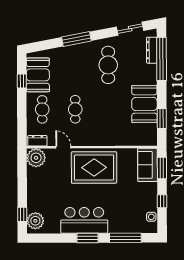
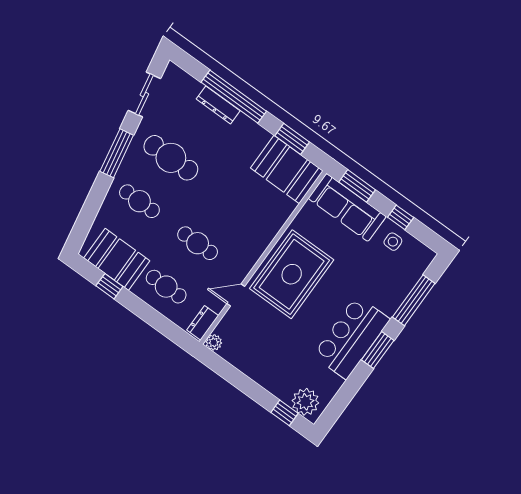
window: (76, 39) -> (117, 153), moved
dresser: (152, 50) -> (218, 105), moved
window: (162, 59) -> (234, 97), moved
cafe table: (75, 65) -> (139, 201), added
booth: (144, 104) -> (287, 169), moved
plant: (36, 158) -> (214, 342), width x0.53, depth x0.53
sofa: (148, 165) -> (347, 207), width x1.36
side table: (151, 217) -> (393, 242), moved

